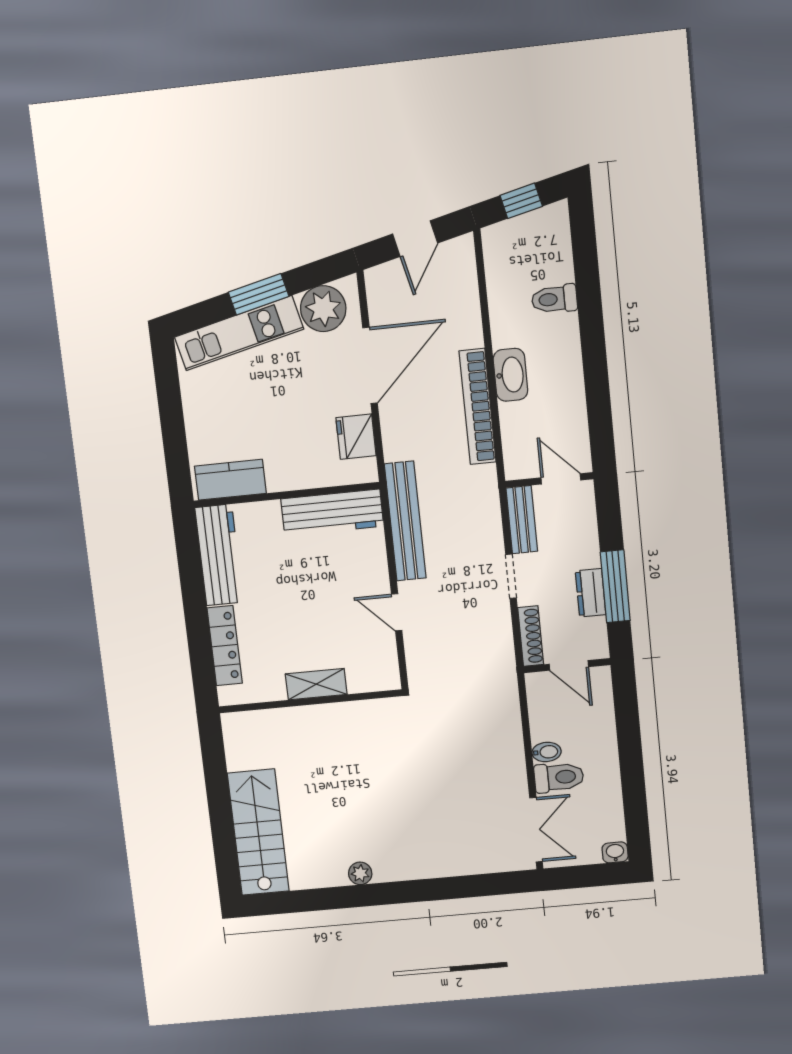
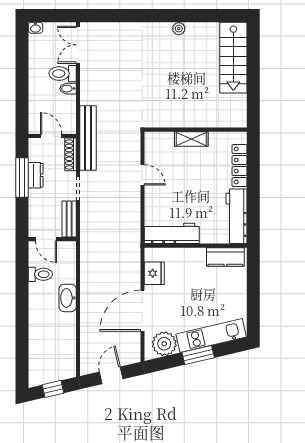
toilet: (554, 299) -> (40, 274), moved
bookcase: (478, 407) -> (87, 283), removed
bench: (405, 521) -> (88, 138), moved

